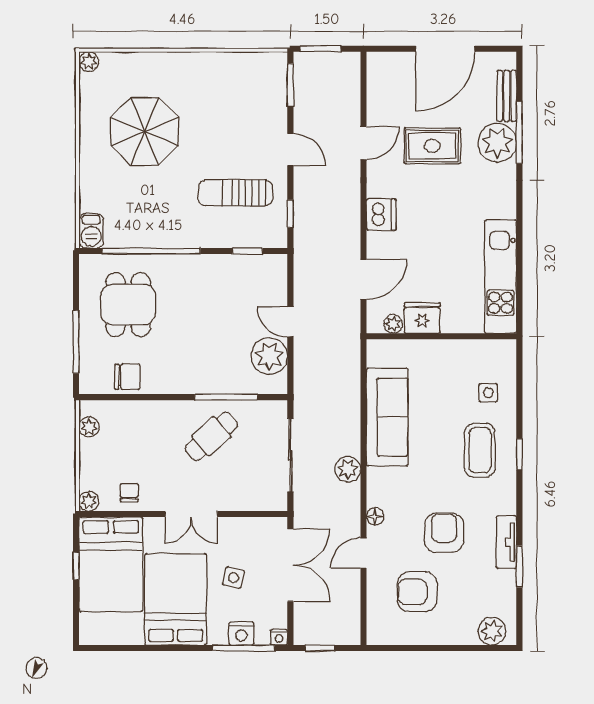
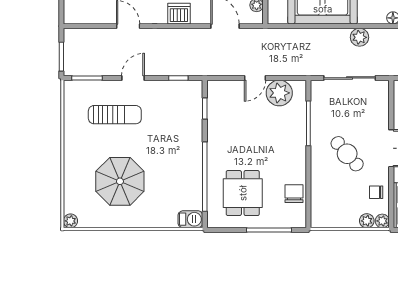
sun lounger: (235, 193) -> (115, 115), moved, turned -90
dining table: (128, 305) -> (243, 193), turned 90
plant: (89, 427) -> (367, 221), moved
cafe table: (211, 436) -> (347, 154), moved

